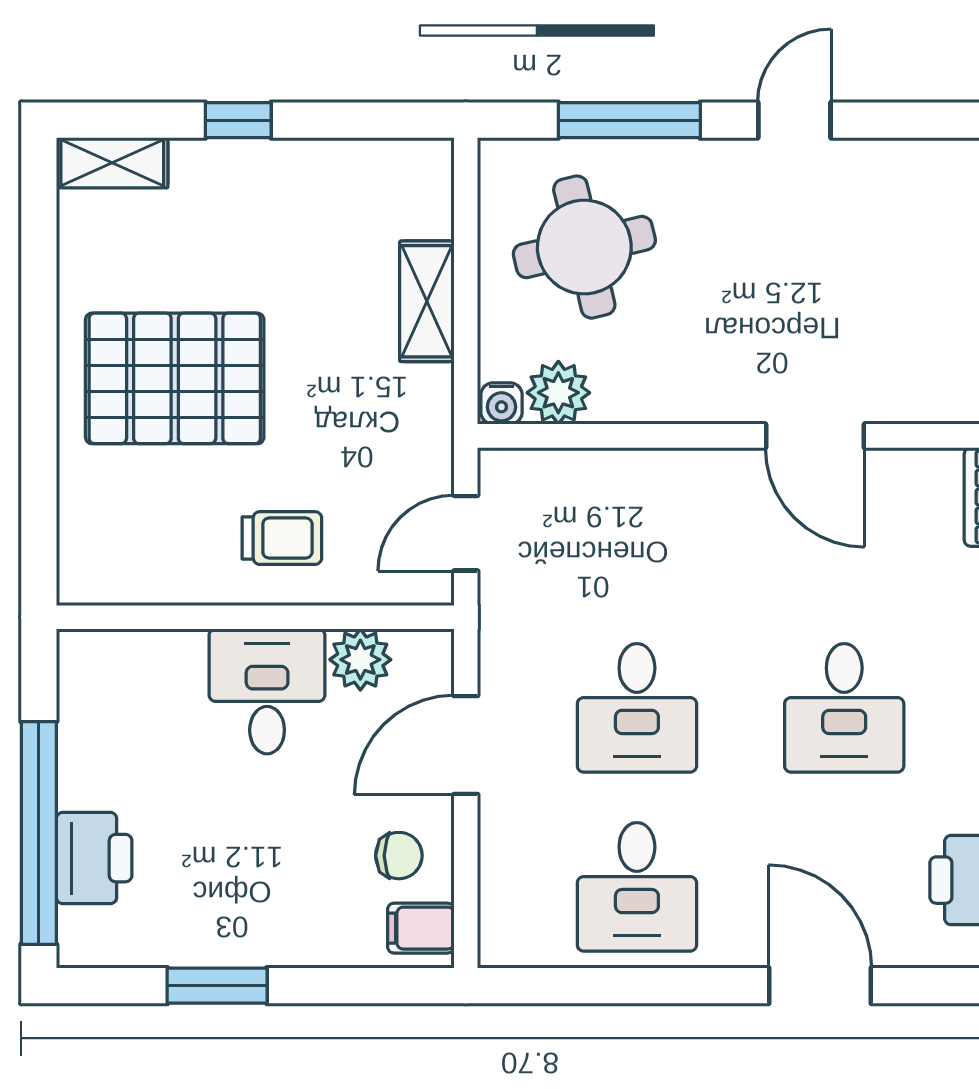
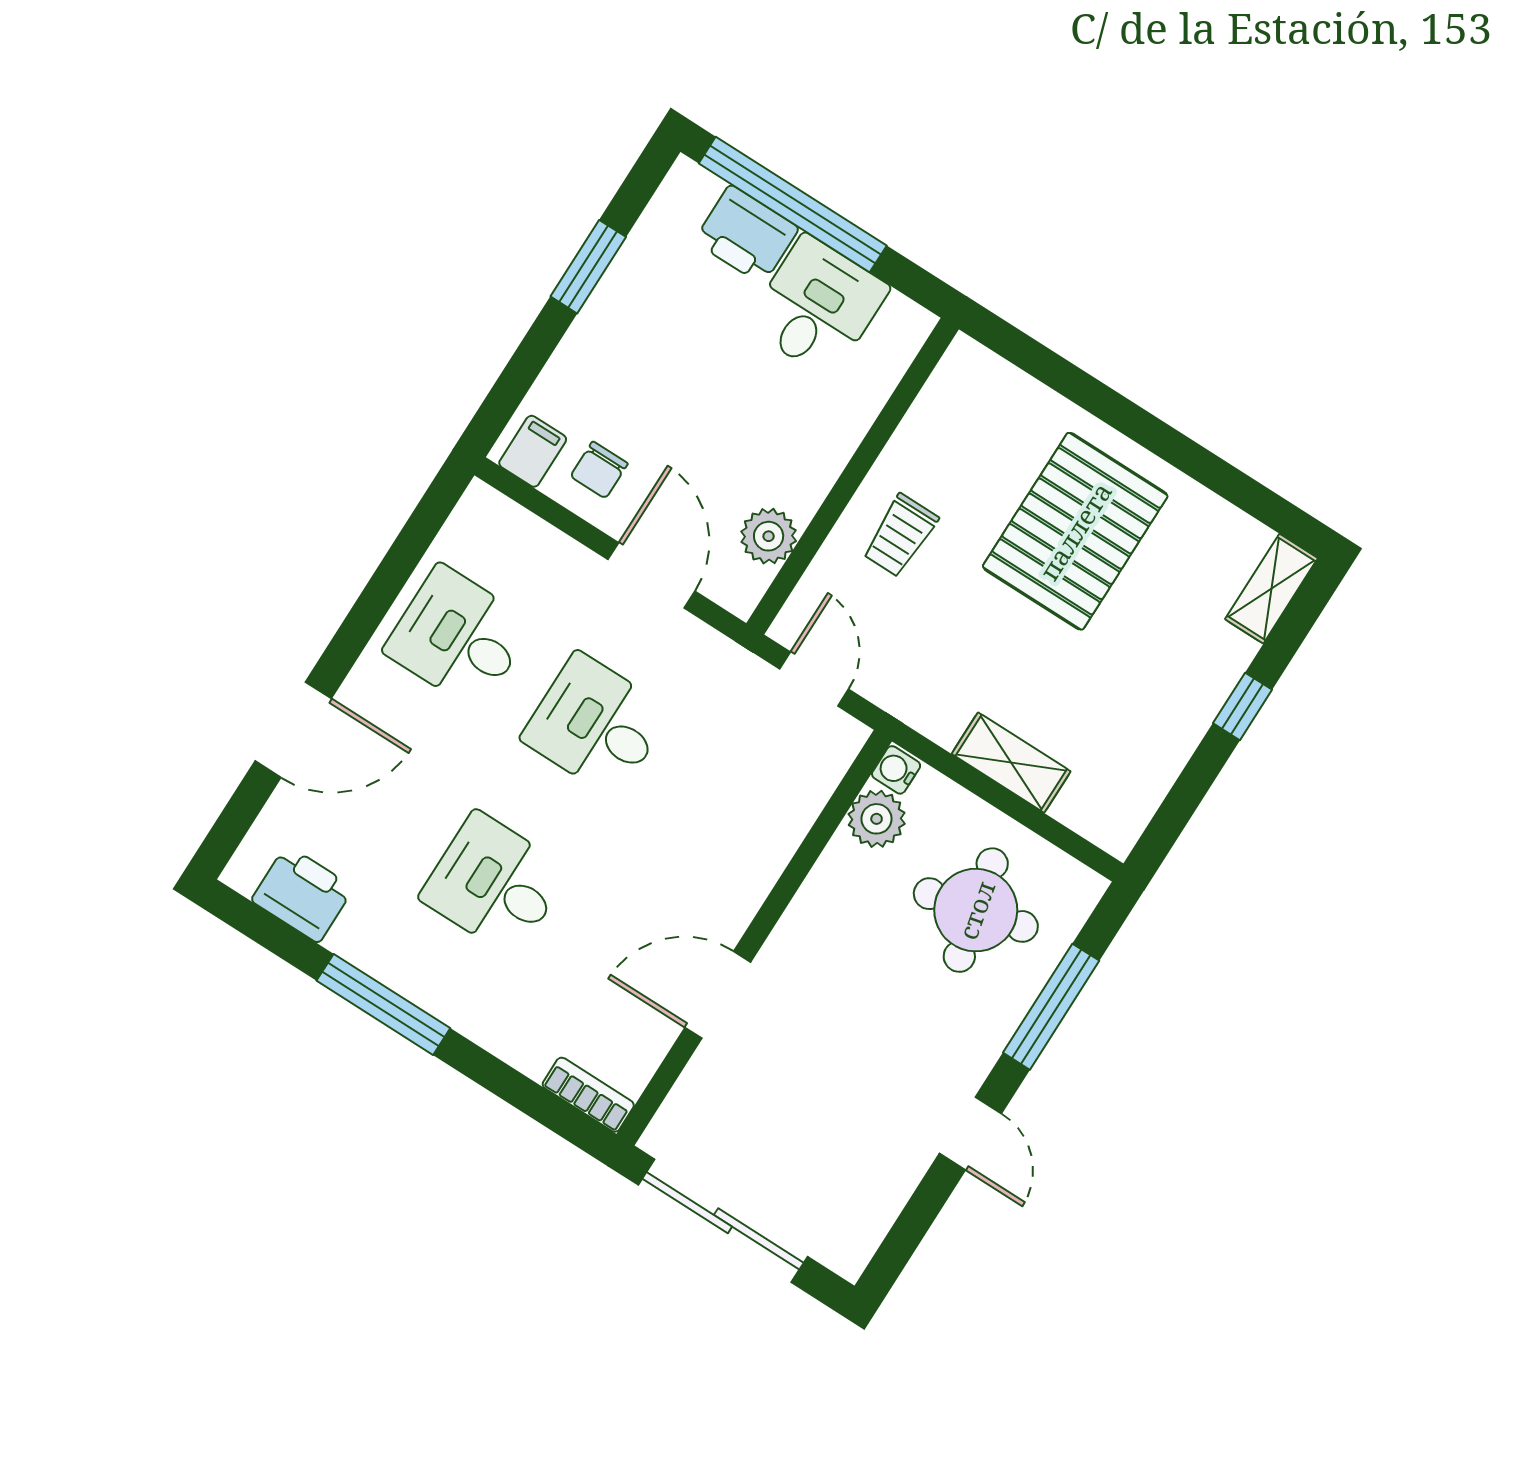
desk: (267, 691) -> (817, 307), moved, turned -90

